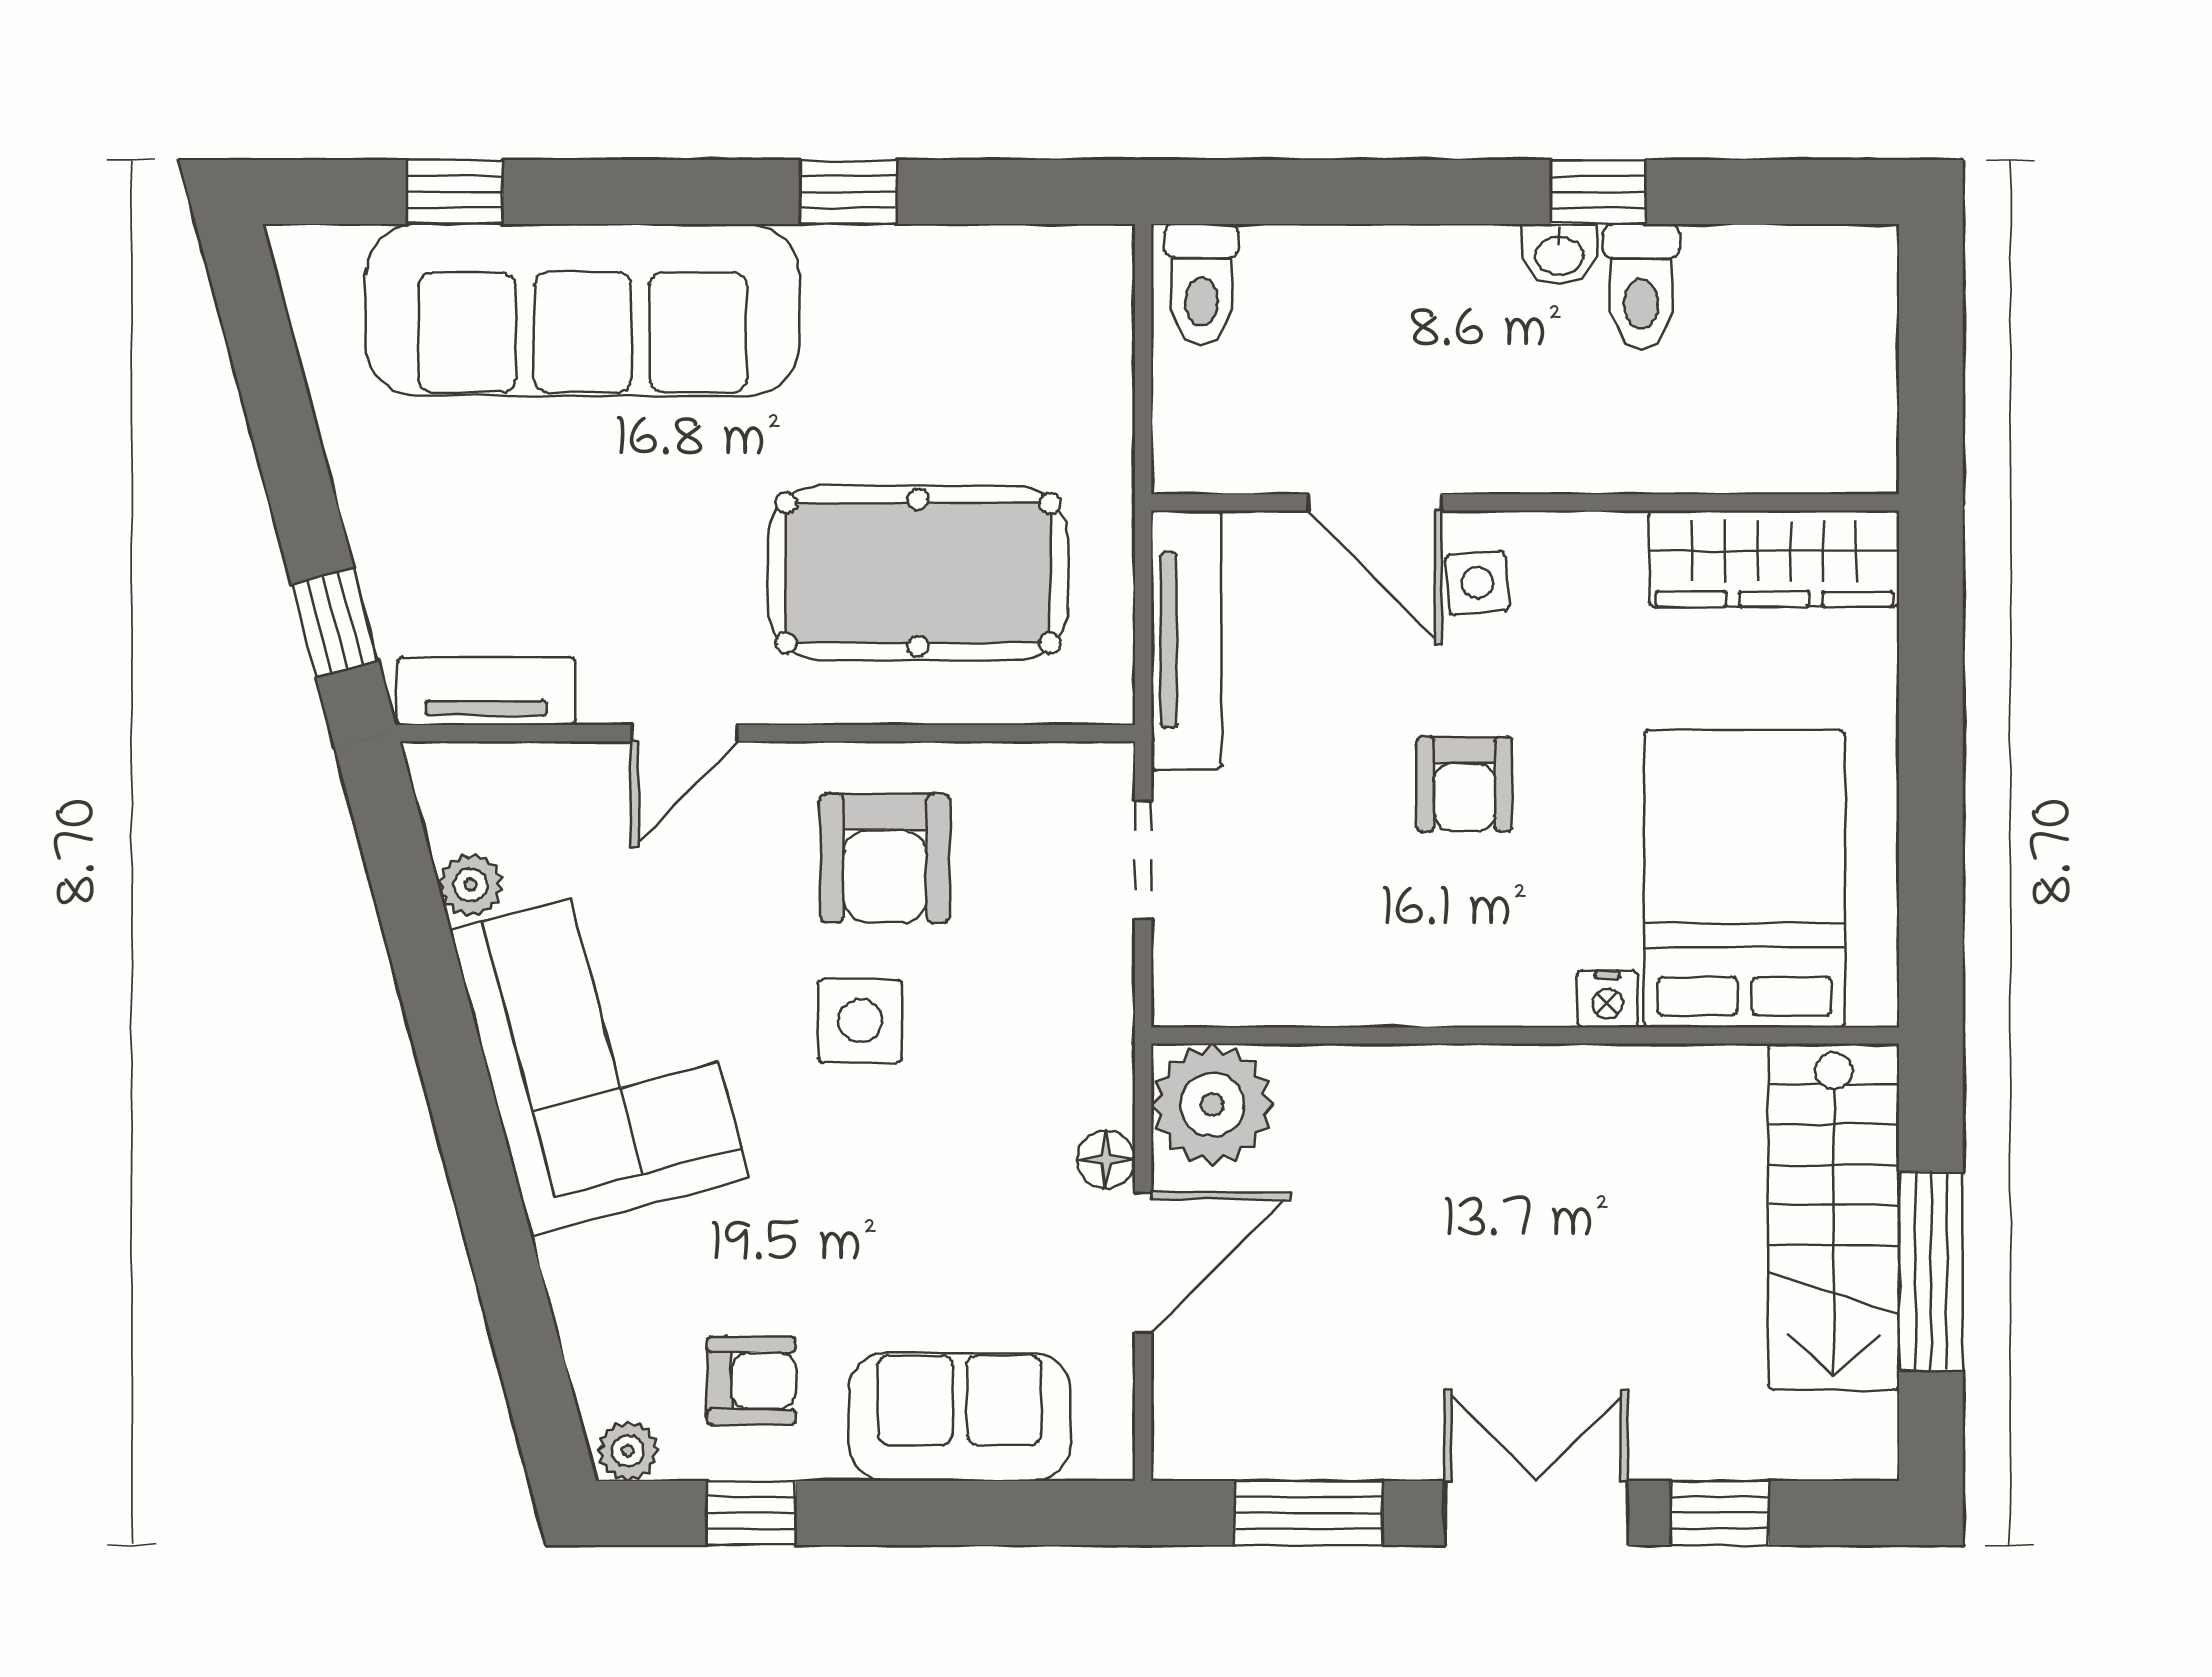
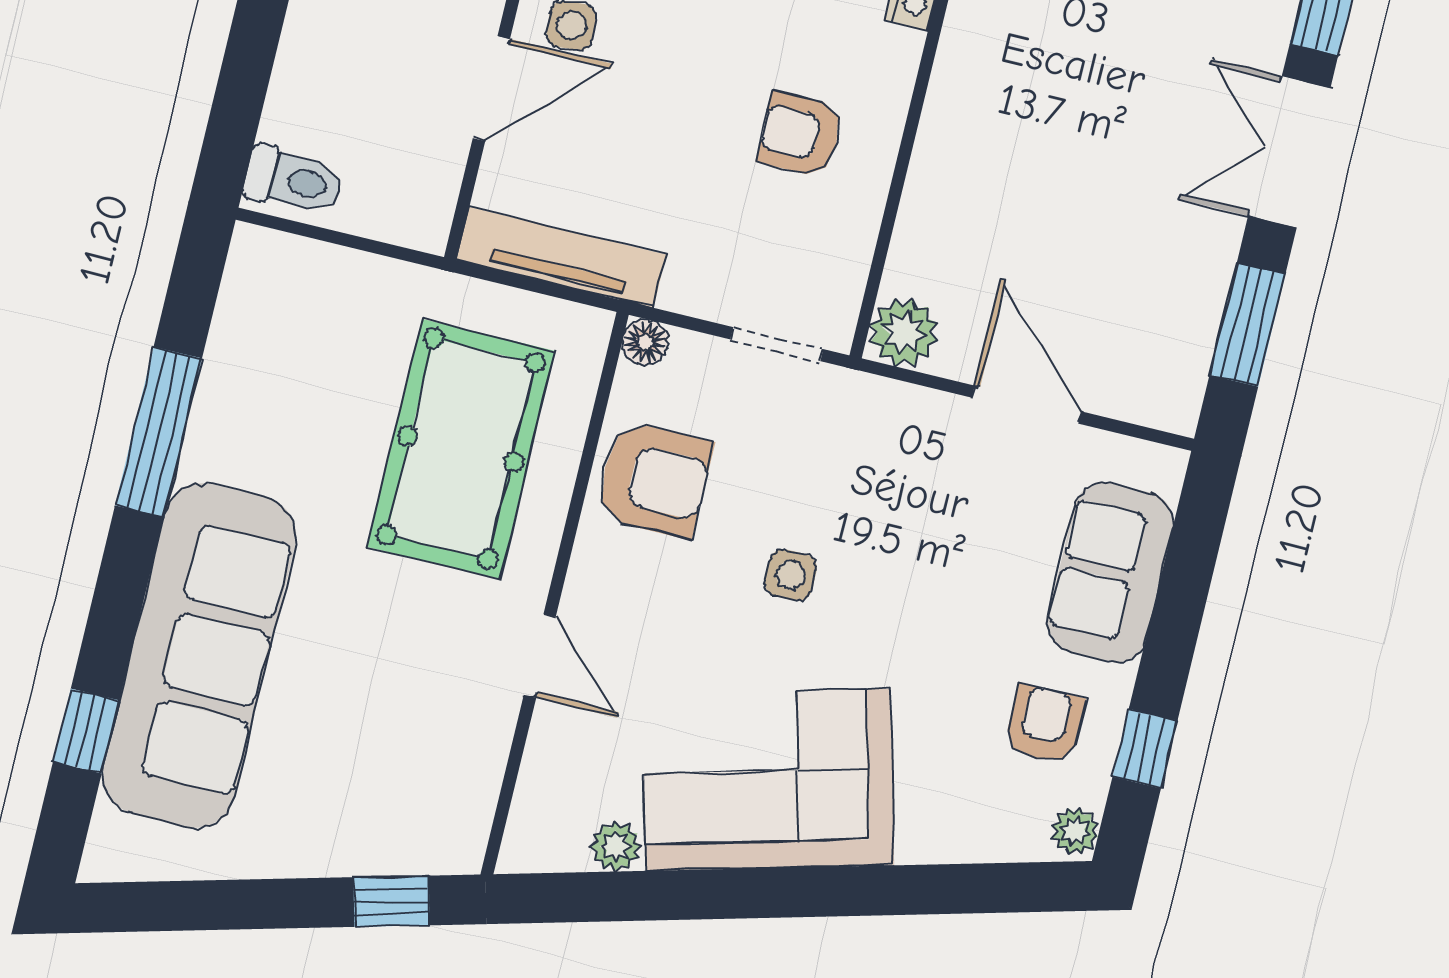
window: (848, 192) -> (159, 432), width x2.17
tv unit: (486, 691) -> (471, 799), removed
armchair: (1464, 784) -> (800, 134), moved, turned 180
armchair: (885, 858) -> (654, 480), moved
doorway: (1143, 860) -> (777, 344), moved
side table: (860, 1021) -> (791, 575), width x0.73, depth x0.73
plant: (1212, 1105) -> (904, 332), width x0.73, depth x0.73
floor lamp: (1106, 1159) -> (645, 342), moved

